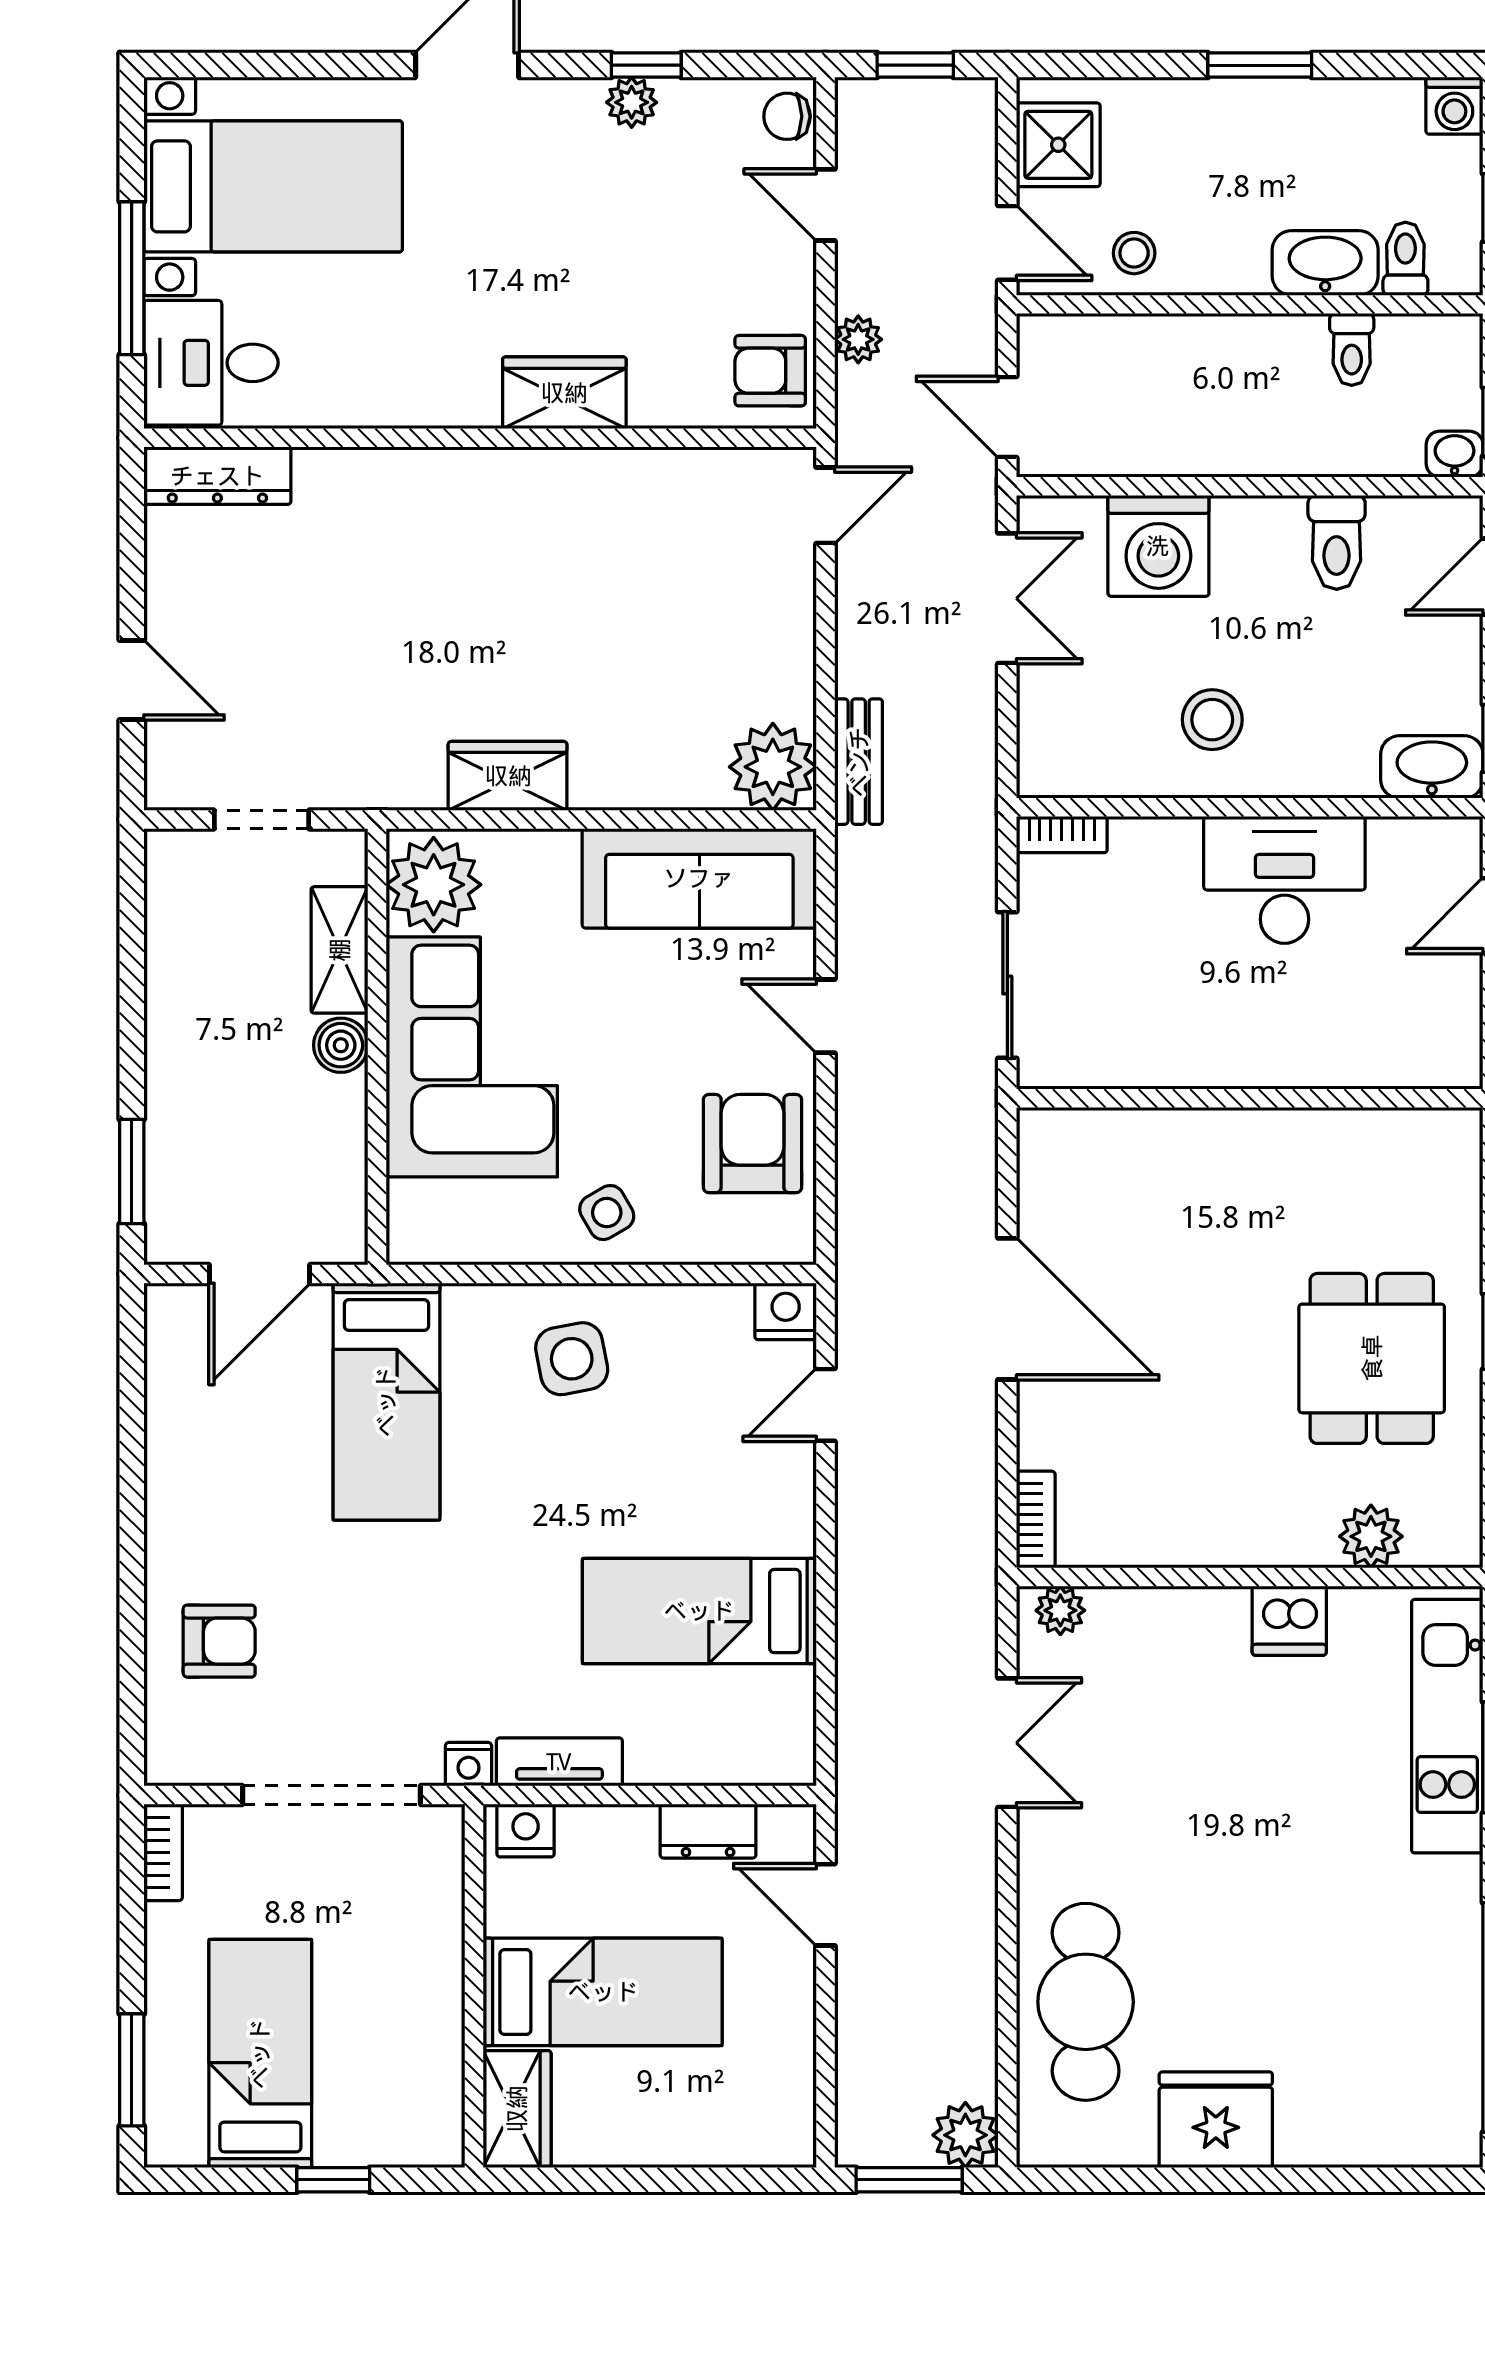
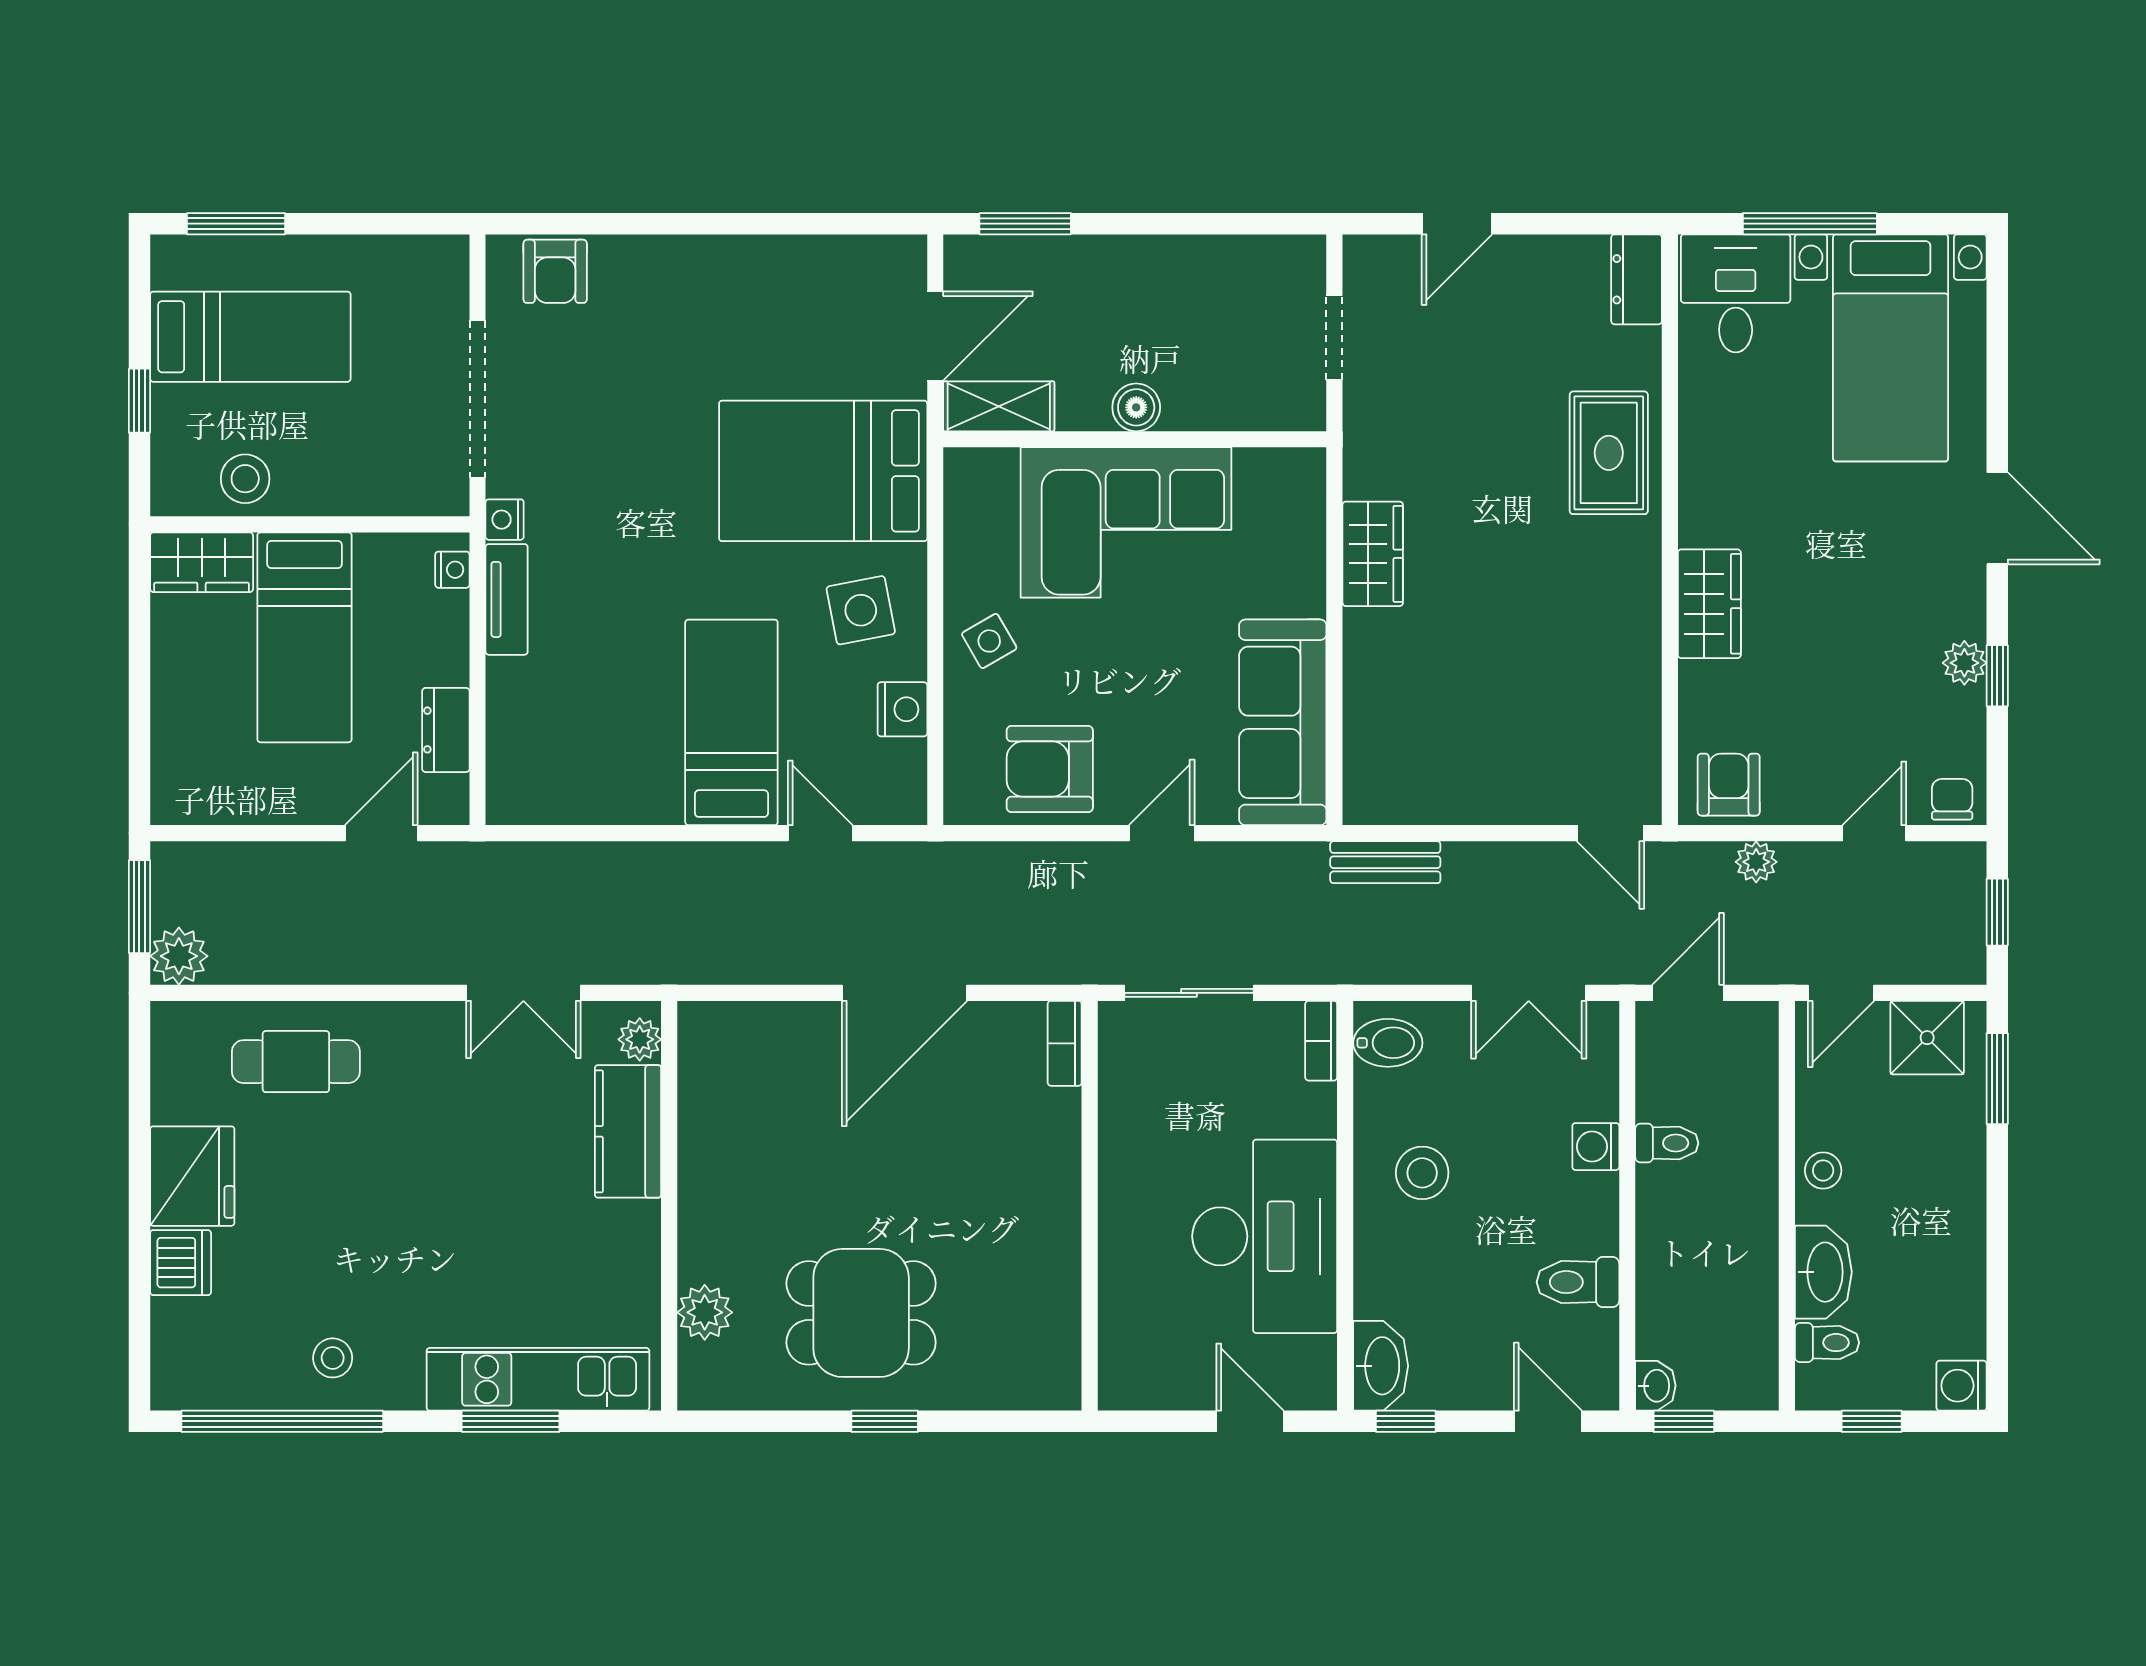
window: (1260, 65) -> (1997, 1079), moved
stool: (1134, 253) -> (1823, 1170), moved
toilet: (1352, 349) -> (1667, 1143), moved, turned 180
dresser: (217, 476) -> (1637, 279), width x0.70
rug: (393, 507) -> (1609, 453), added
washing machine: (1158, 546) -> (1596, 1147), width x0.53, depth x0.53
bidet: (1064, 759) -> (1388, 1043), added
plant: (773, 767) -> (1381, 787), removed
desk: (1284, 880) -> (1265, 1236), width x1.36, depth x1.30
plant: (434, 885) -> (1277, 489), removed
shelving: (340, 950) -> (999, 406), moved
armchair: (753, 1144) -> (1050, 769), turned 180
door: (260, 1274) -> (935, 336), swing flipped
nightstand: (786, 1311) -> (902, 709), moved
bed: (386, 1402) -> (823, 471), width x1.50
bookcase: (1036, 1519) -> (1065, 1043), moved, turned 90
bed: (699, 1611) -> (731, 722), moved
dishwasher: (1289, 1621) -> (181, 1263), moved, turned 180
kitchen counter: (1165, 1624) -> (628, 1131), added
armchair: (219, 1641) -> (555, 271), moved
nightstand: (526, 1831) -> (452, 570), width x0.72, depth x0.74
bookcase: (163, 1852) -> (427, 251), removed
stool: (1423, 1960) -> (333, 1358), added
cafe table: (1086, 2002) -> (296, 1062), width x0.73, depth x0.74
stool: (422, 2060) -> (245, 479), added

